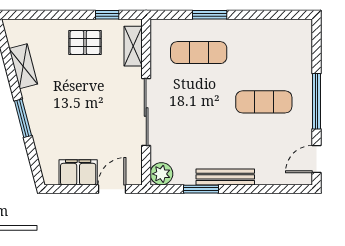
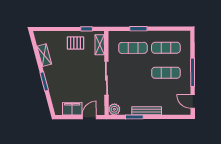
exercise mat: (264, 53) -> (166, 48), added
door: (316, 159) -> (193, 102), hinge flipped

